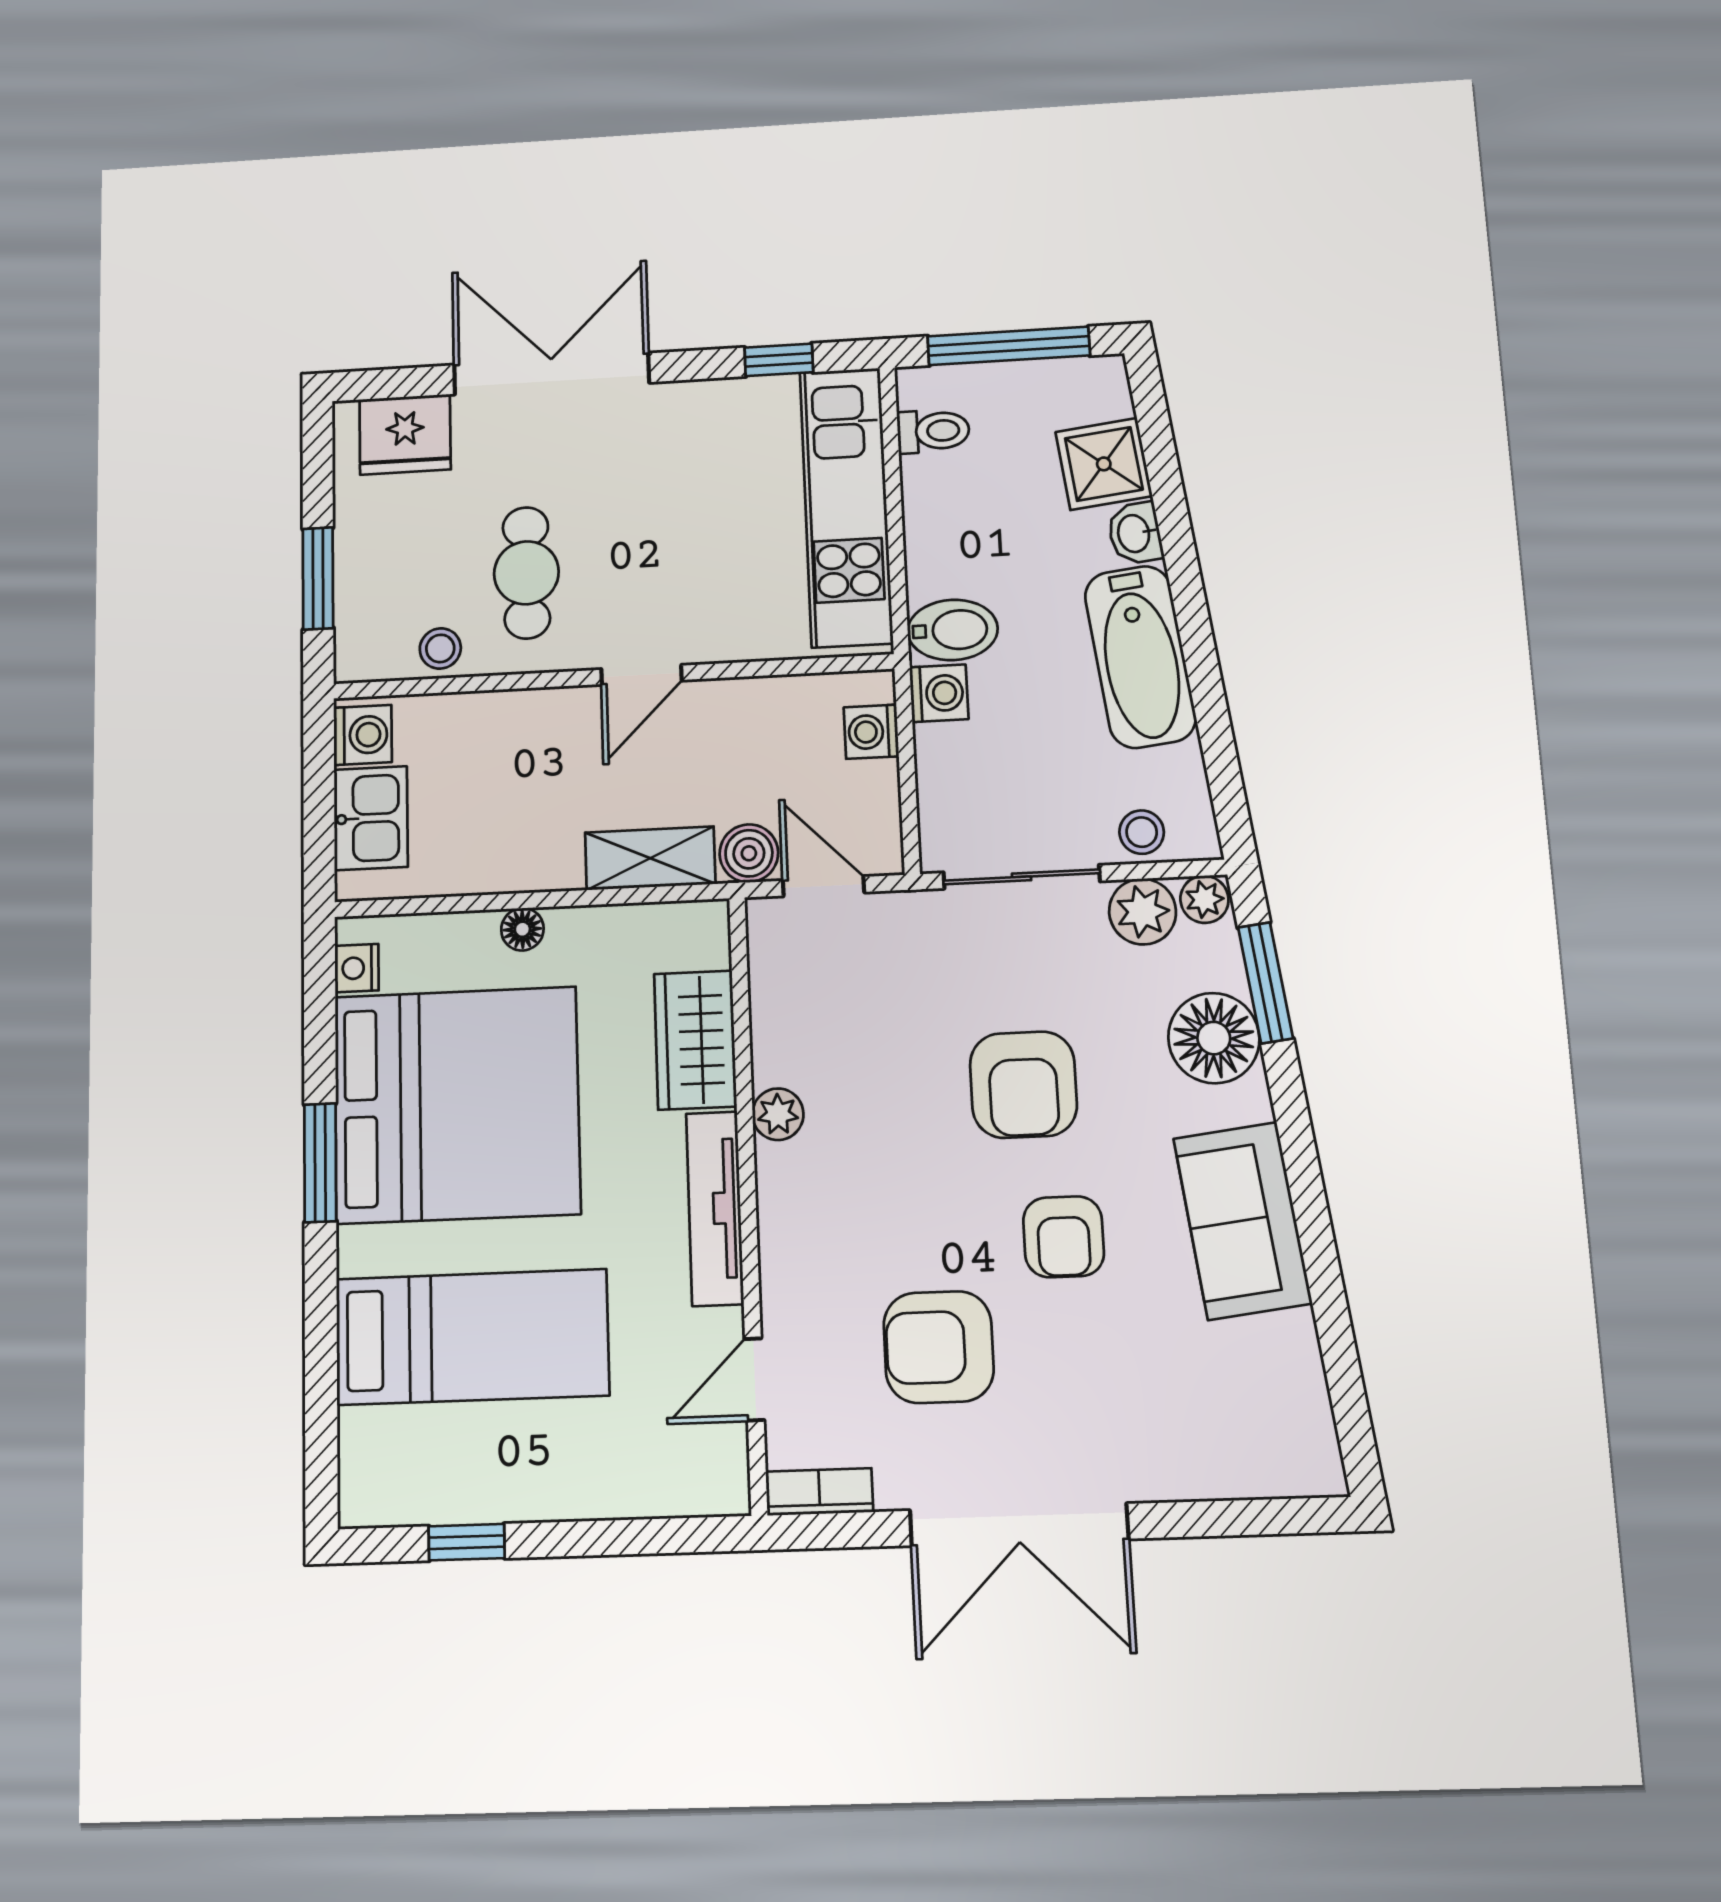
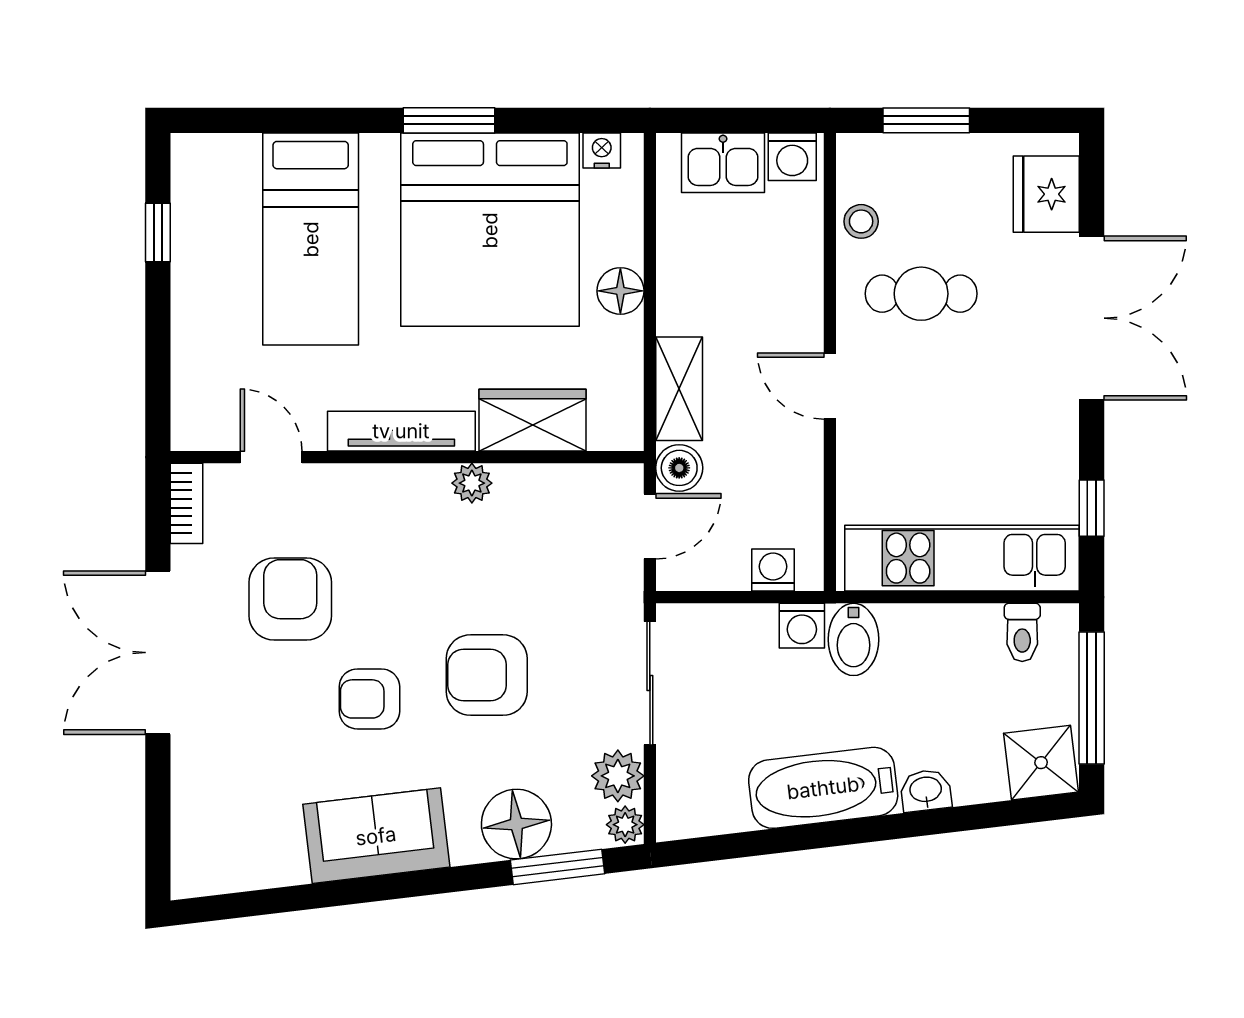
shower: (1104, 464) -> (1041, 763), moved
stool: (1142, 832) -> (681, 779), removed
floor lamp: (522, 929) -> (620, 291), width x1.37, depth x1.37

